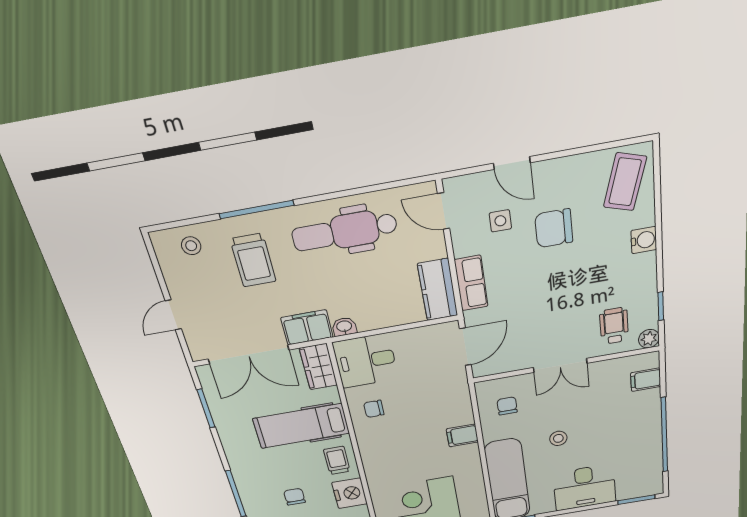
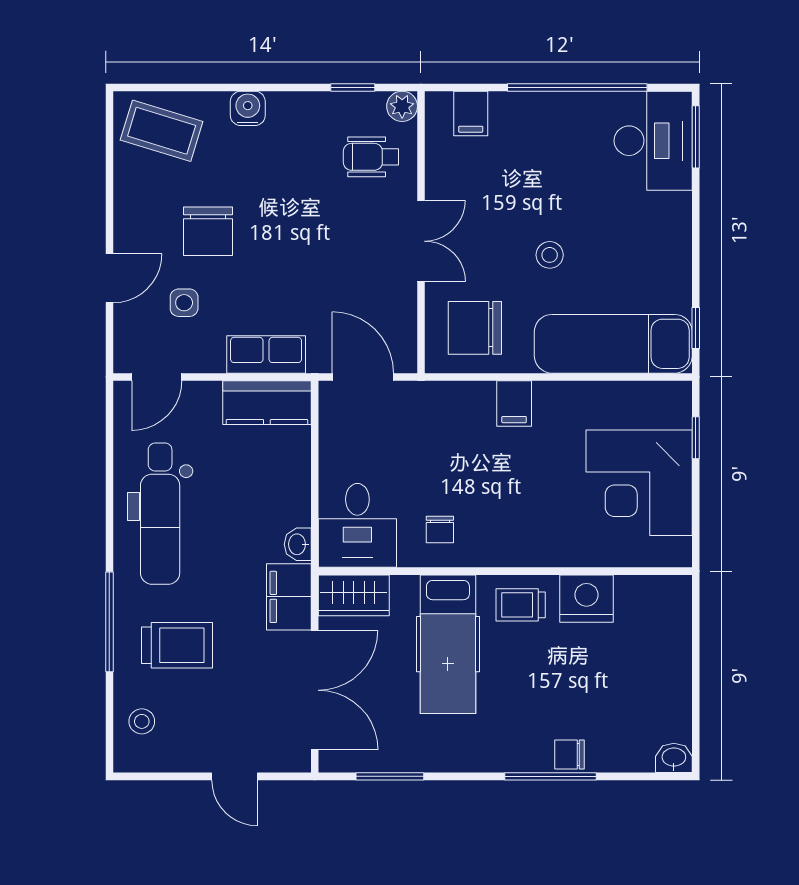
chair: (507, 406) -> (475, 328), width x1.87, depth x1.87
desk: (585, 487) -> (653, 141), moved
chair: (294, 497) -> (569, 755), moved

